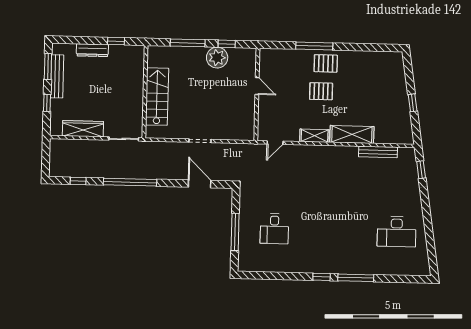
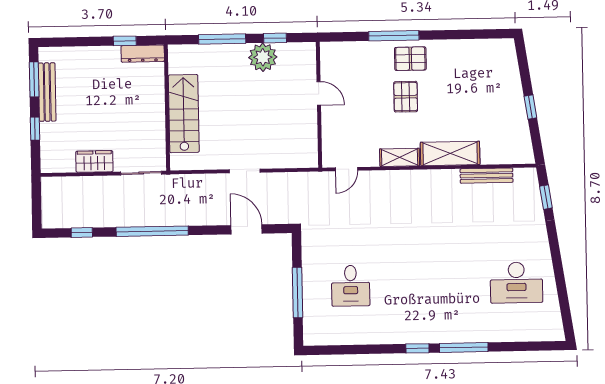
dresser: (92, 50) -> (143, 54), moved
pallet: (321, 91) -> (406, 97), turned 90
wardrobe: (83, 129) -> (94, 161), width x0.67

